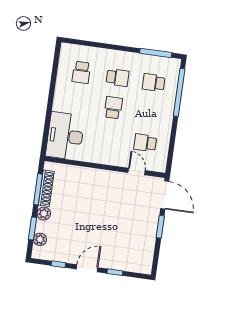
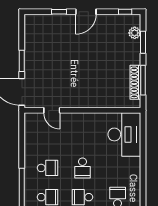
school desk: (145, 143) -> (47, 168), moved
plant: (44, 214) -> (134, 58), removed
window: (58, 264) -> (125, 12), moved

